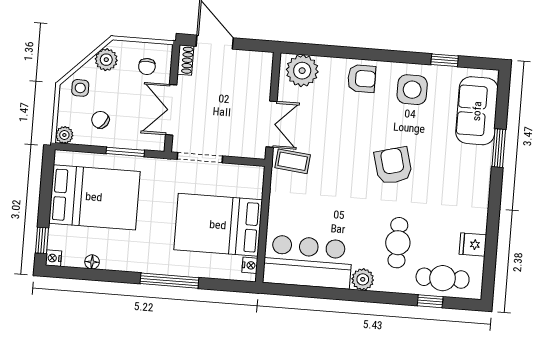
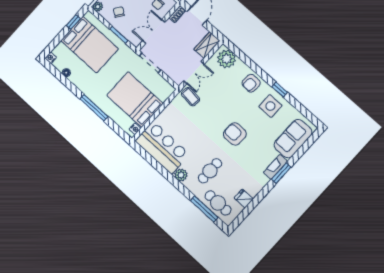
window: (445, 60) -> (280, 90), moved
wardrobe: (260, 72) -> (207, 45), added
armchair: (362, 78) -> (251, 83), turned 93
window: (499, 148) -> (281, 173), moved
armchair: (393, 166) -> (235, 134), turned -75
fireplace: (483, 168) -> (275, 167), added
window: (42, 240) -> (73, 22), moved
window: (430, 301) -> (204, 209), width x2.17

